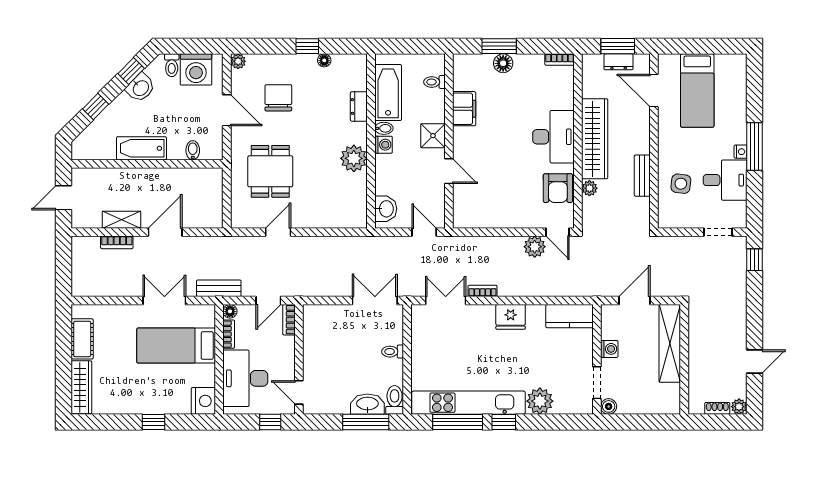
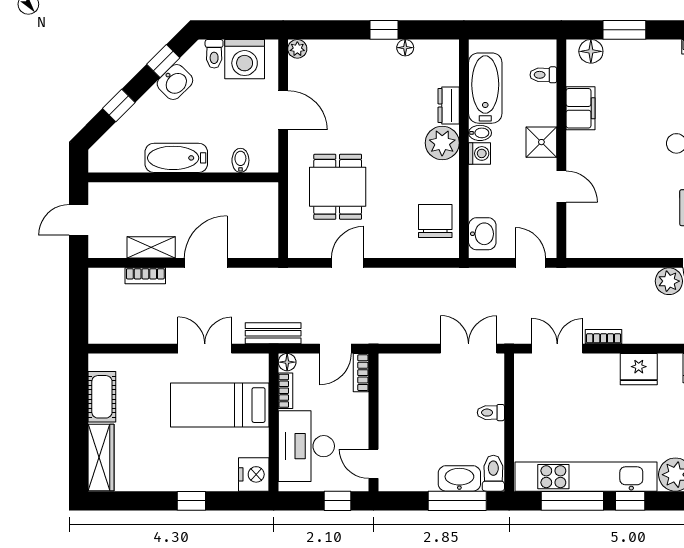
floor lamp: (503, 63) -> (591, 51), moved
chair: (278, 98) -> (435, 221), moved
plant: (354, 158) -> (442, 143), moved

